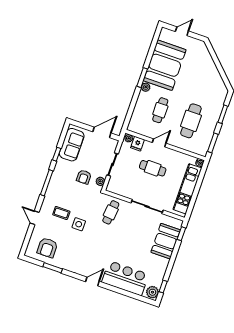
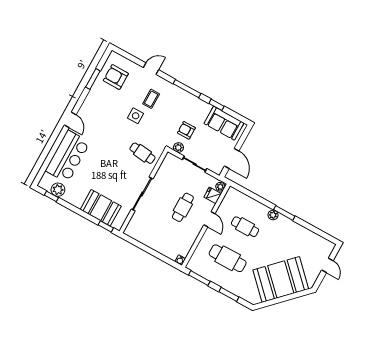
booth: (165, 65) -> (281, 279), moved, turned -45
kitchen unit: (187, 189) -> (154, 242), removed
plant: (152, 292) -> (58, 190), moved

